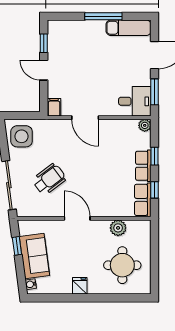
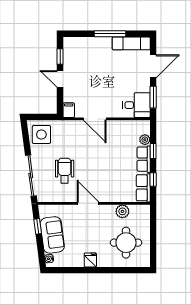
plant: (145, 125) -> (145, 140), moved
wheelchair: (49, 179) -> (65, 171), turned -53

